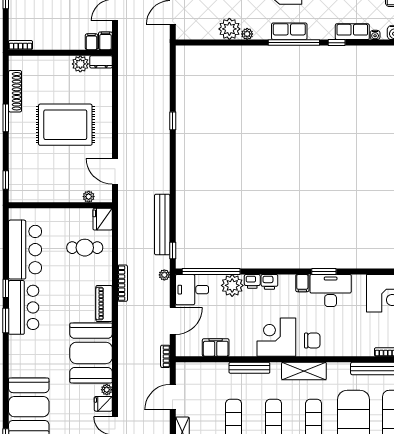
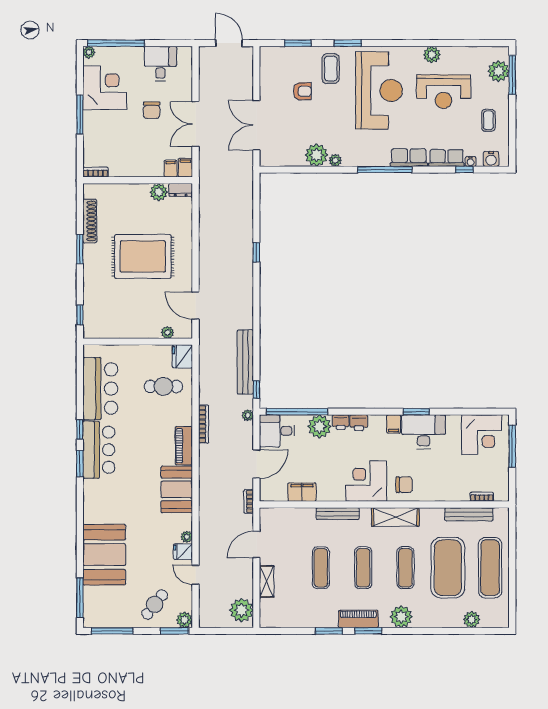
row of seats: (289, 31) -> (409, 158), moved
window: (337, 43) -> (464, 170), moved
booth: (91, 353) -> (177, 489), width x0.73, depth x0.70

